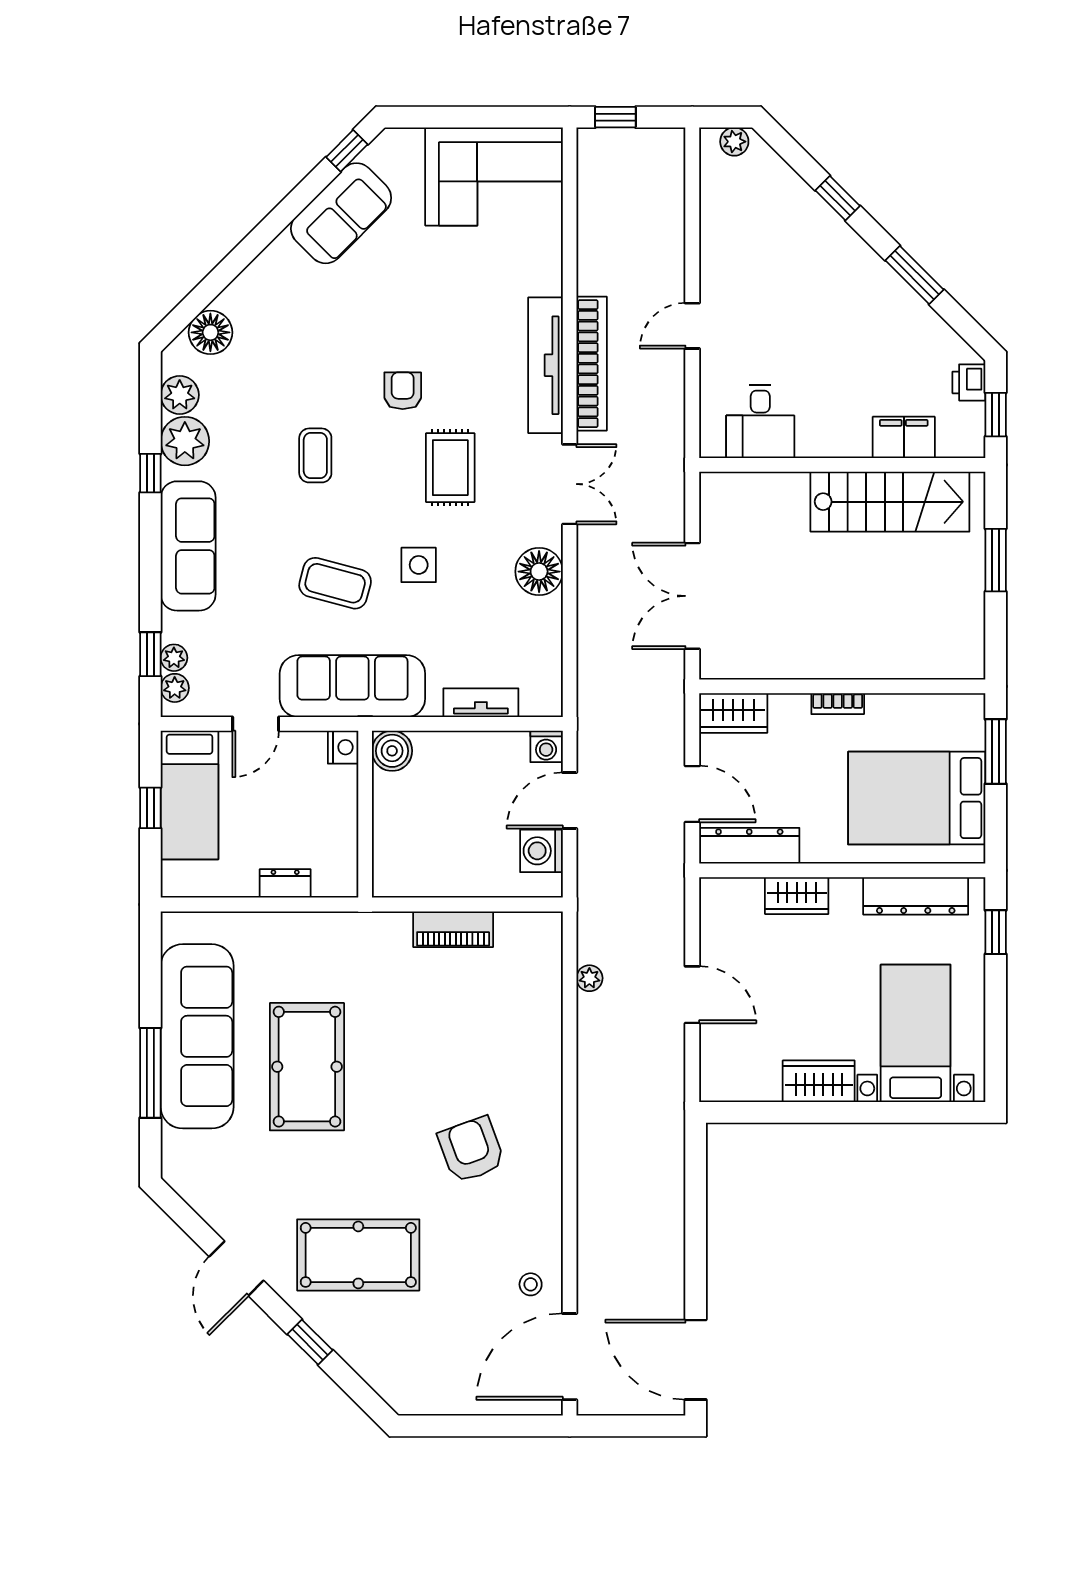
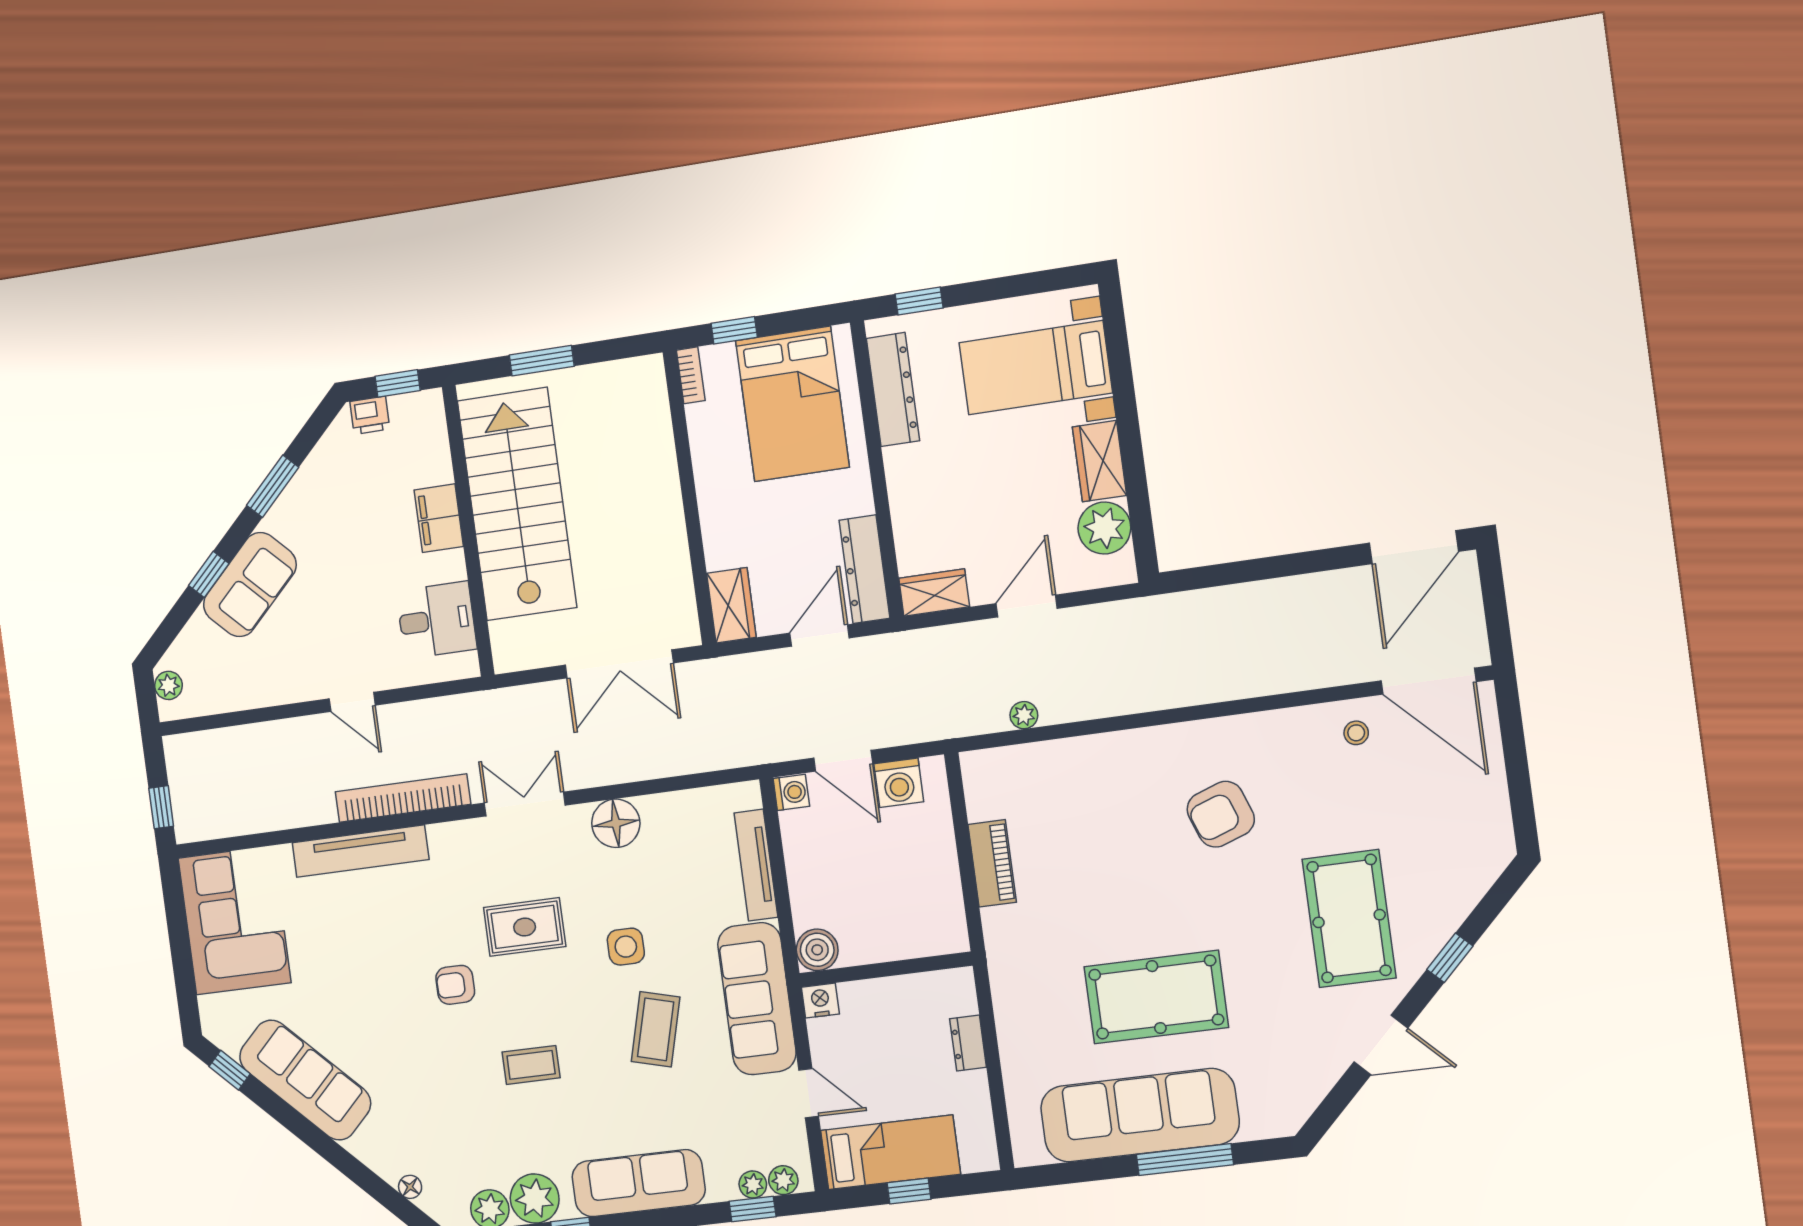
sofa: (341, 213) -> (305, 1080), width x1.36
sofa: (822, 238) -> (250, 585), added
floor lamp: (210, 332) -> (410, 1187), width x0.53, depth x0.53
tv unit: (545, 365) -> (360, 851), moved
filing cabinet: (904, 437) -> (439, 518), moved
stairs: (890, 502) -> (517, 504), width x1.36, depth x1.51
tv unit: (481, 703) -> (756, 865), width x1.41
bookcase: (838, 704) -> (691, 375), moved
window: (996, 752) -> (734, 330), width x0.67
wardrobe: (797, 896) -> (934, 593), moved, turned -90
plant: (755, 1077) -> (1104, 528), added

